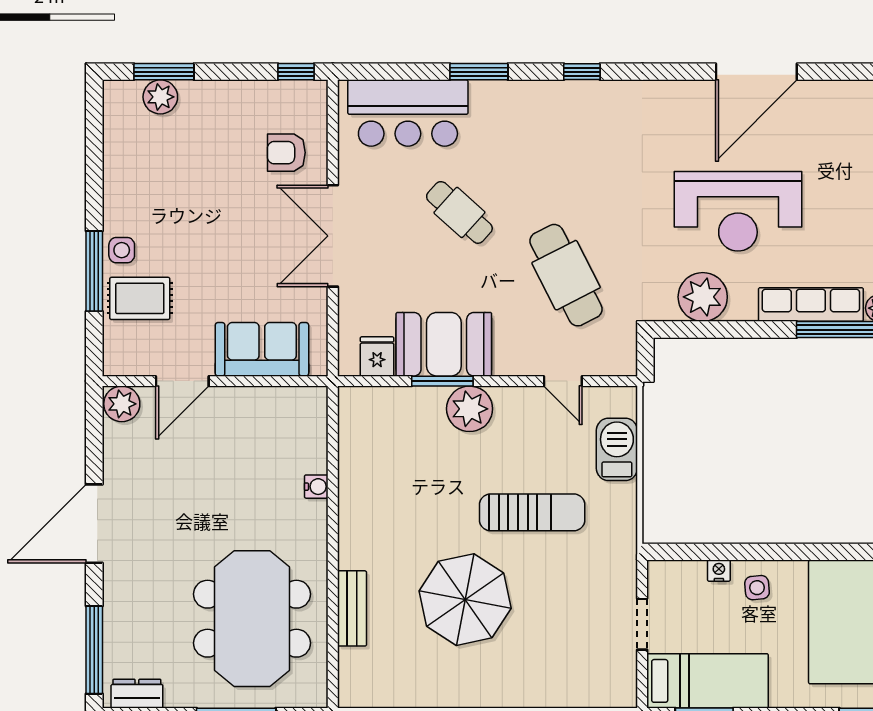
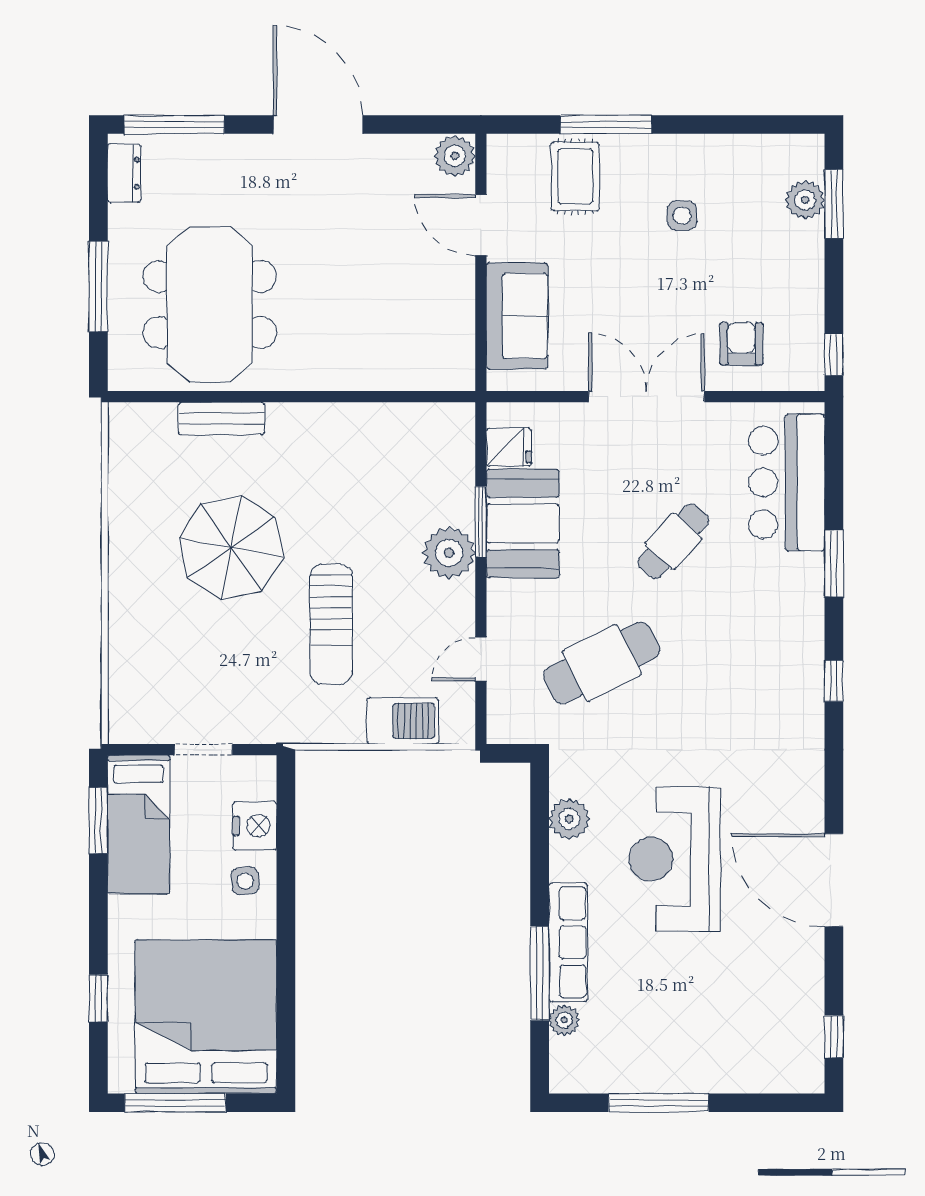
side table: (122, 250) -> (682, 216), moved
plant: (703, 297) -> (569, 819), width x0.73, depth x0.73
water cooler: (316, 487) -> (360, 378), removed
nightstand: (719, 571) -> (255, 826), width x1.89, depth x1.79
meeting table: (252, 619) -> (210, 305), turned 90

